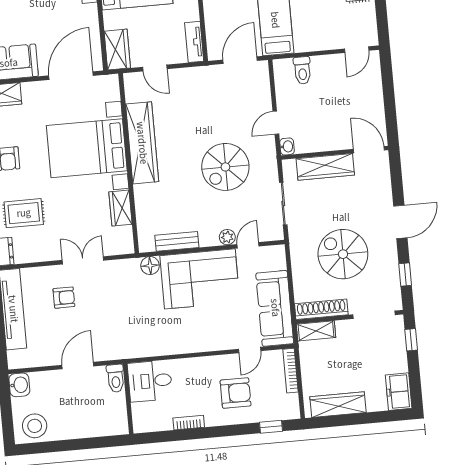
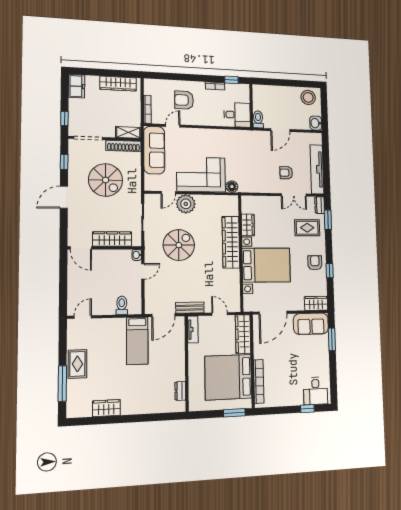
wardrobe: (117, 50) -> (243, 334), width x1.50
wardrobe: (142, 143) -> (231, 242), moved
plant: (227, 237) -> (186, 204), width x1.87, depth x1.87
bench: (177, 241) -> (190, 308), moved
double door: (83, 260) -> (294, 195), moved
window: (271, 427) -> (231, 80), moved

